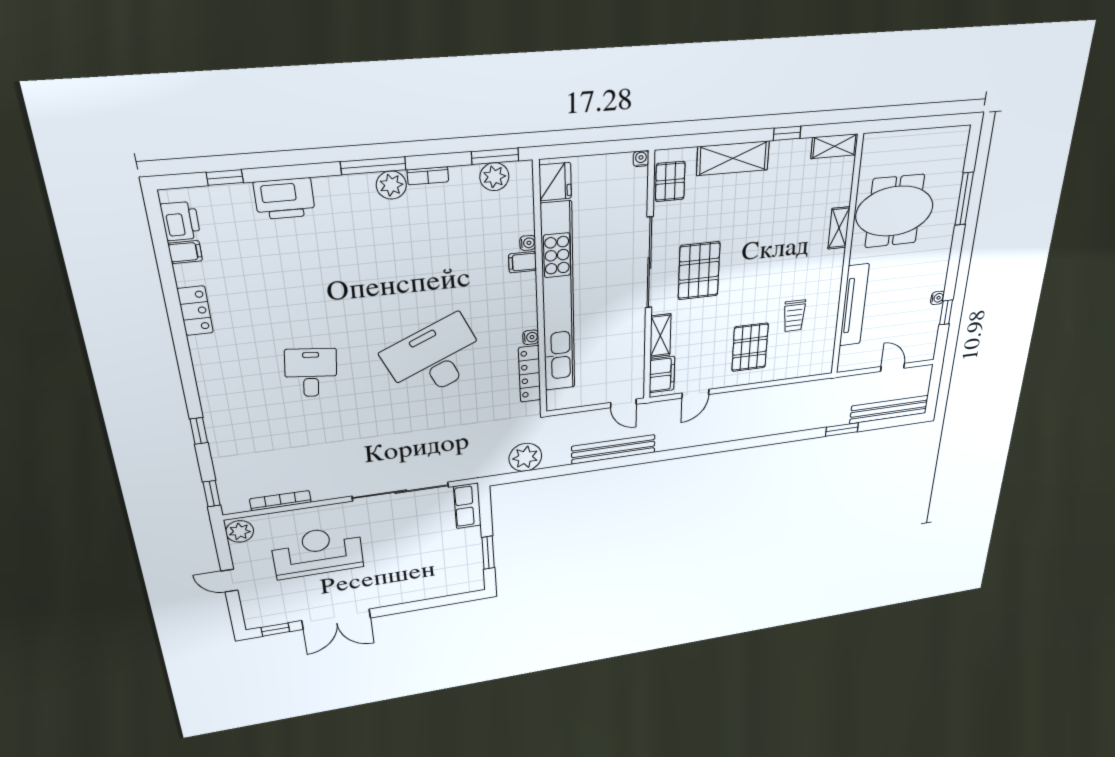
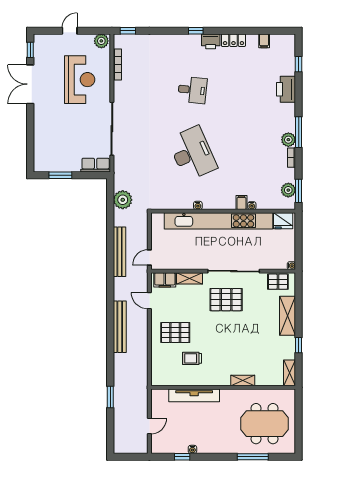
meeting table: (894, 211) -> (265, 424), moved, turned 90
printer: (180, 221) -> (211, 41), moved
locker: (530, 374) -> (176, 204), removed
bench: (889, 410) -> (120, 327), moved
window: (199, 431) -> (196, 31), moved

